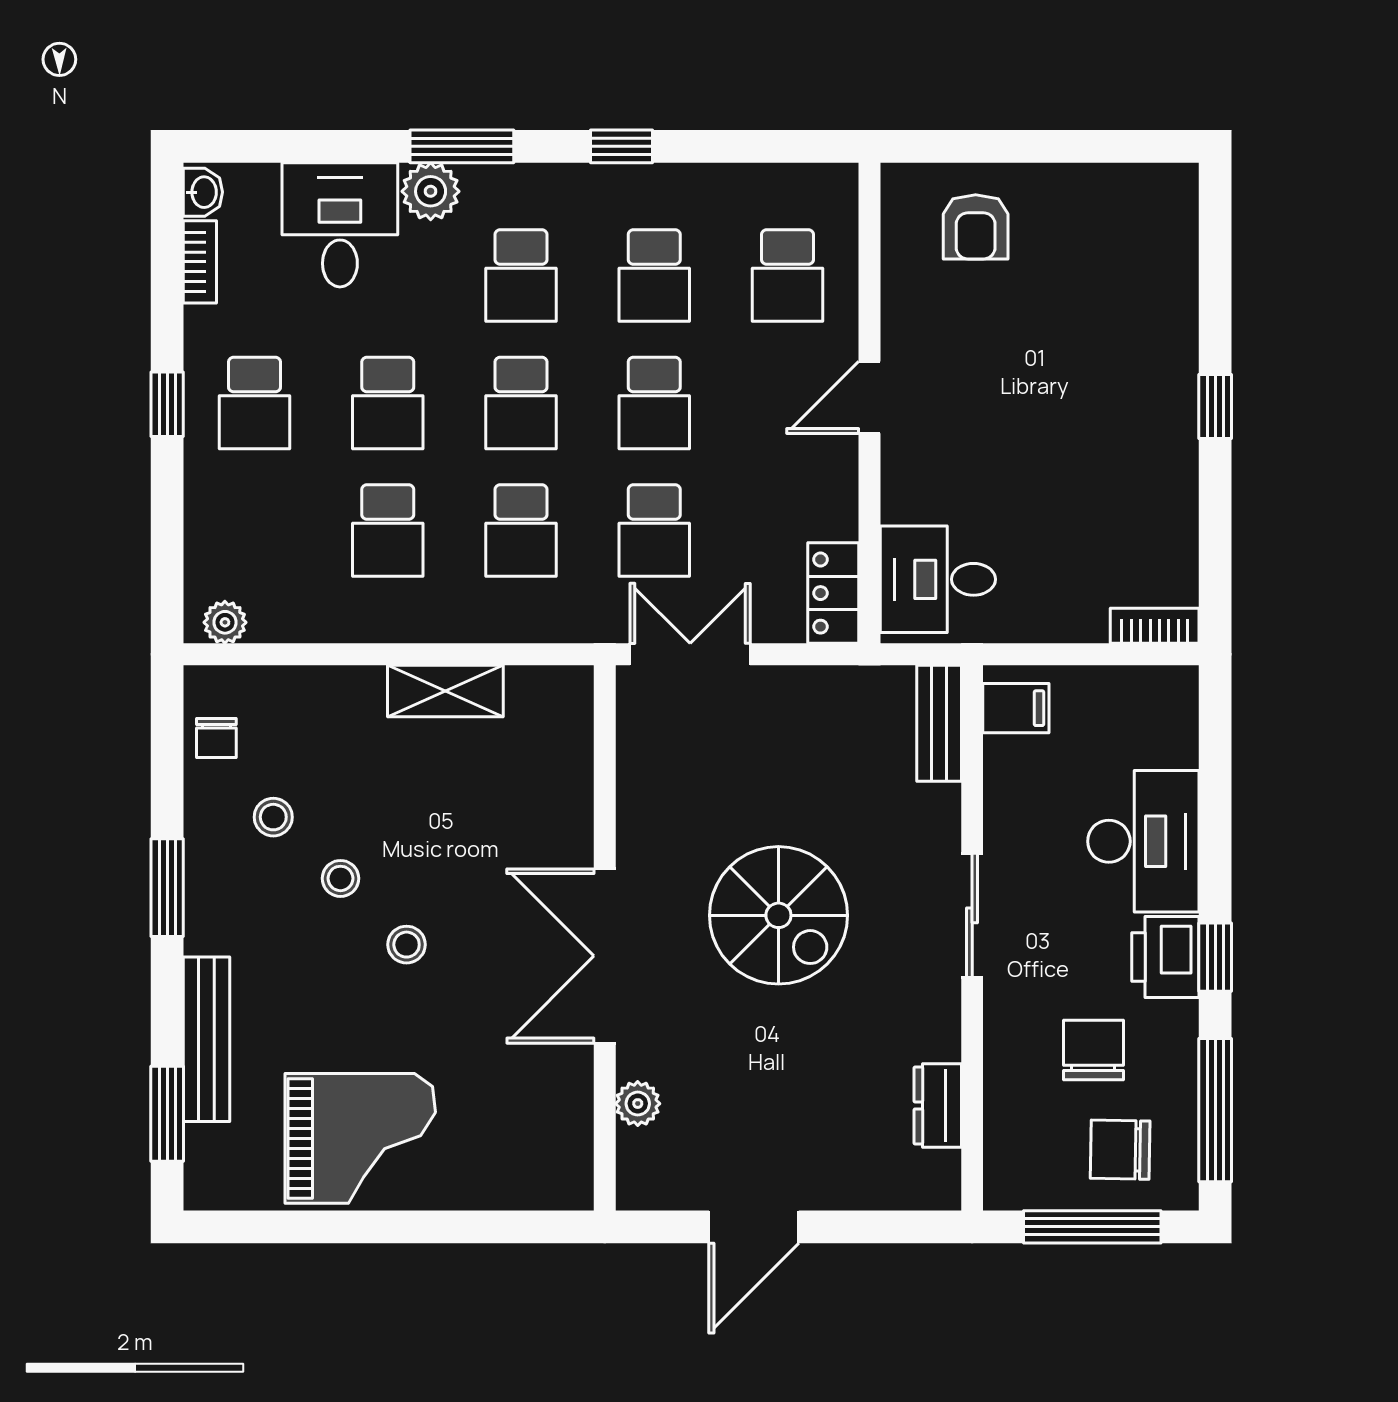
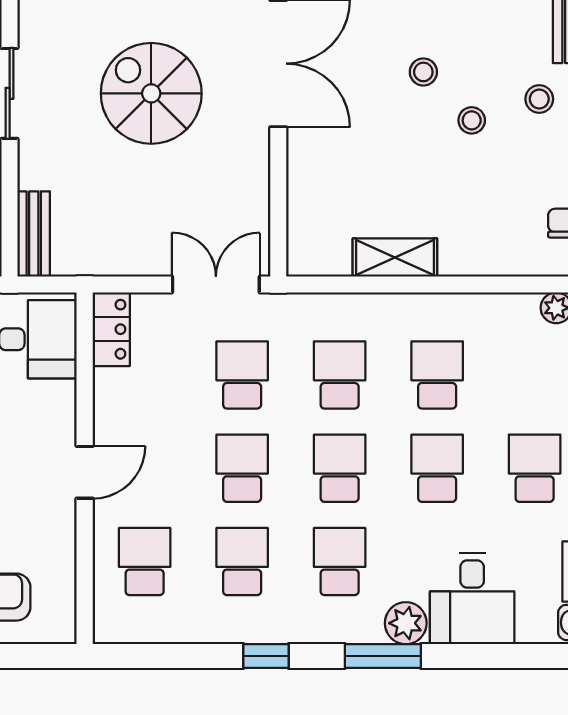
double door: (690, 654) -> (216, 284), swing flipped
stool: (273, 817) -> (539, 99), moved

